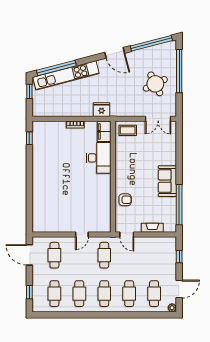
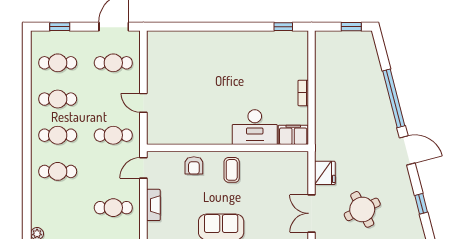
window: (151, 43) -> (421, 204), width x0.32
door: (115, 53) -> (407, 150), swing flipped
window: (56, 68) -> (394, 98), moved
kitchen unit: (66, 75) -> (375, 80), removed
fridge: (101, 110) -> (325, 173), moved
coffee table: (128, 130) -> (232, 170), moved
cafe table: (154, 294) -> (113, 208), moved

